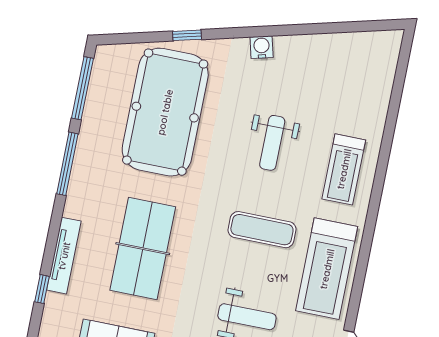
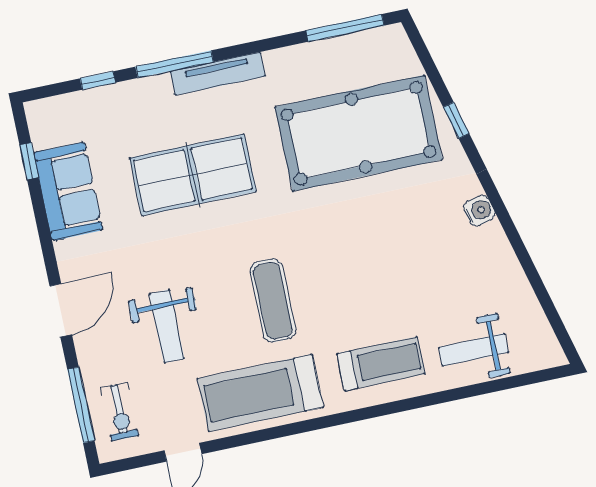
weight bench: (272, 143) -> (473, 350), moved
window: (67, 164) -> (174, 64), moved
treadmill: (344, 169) -> (381, 364), turned 180
tv unit: (64, 256) -> (218, 74), moved

